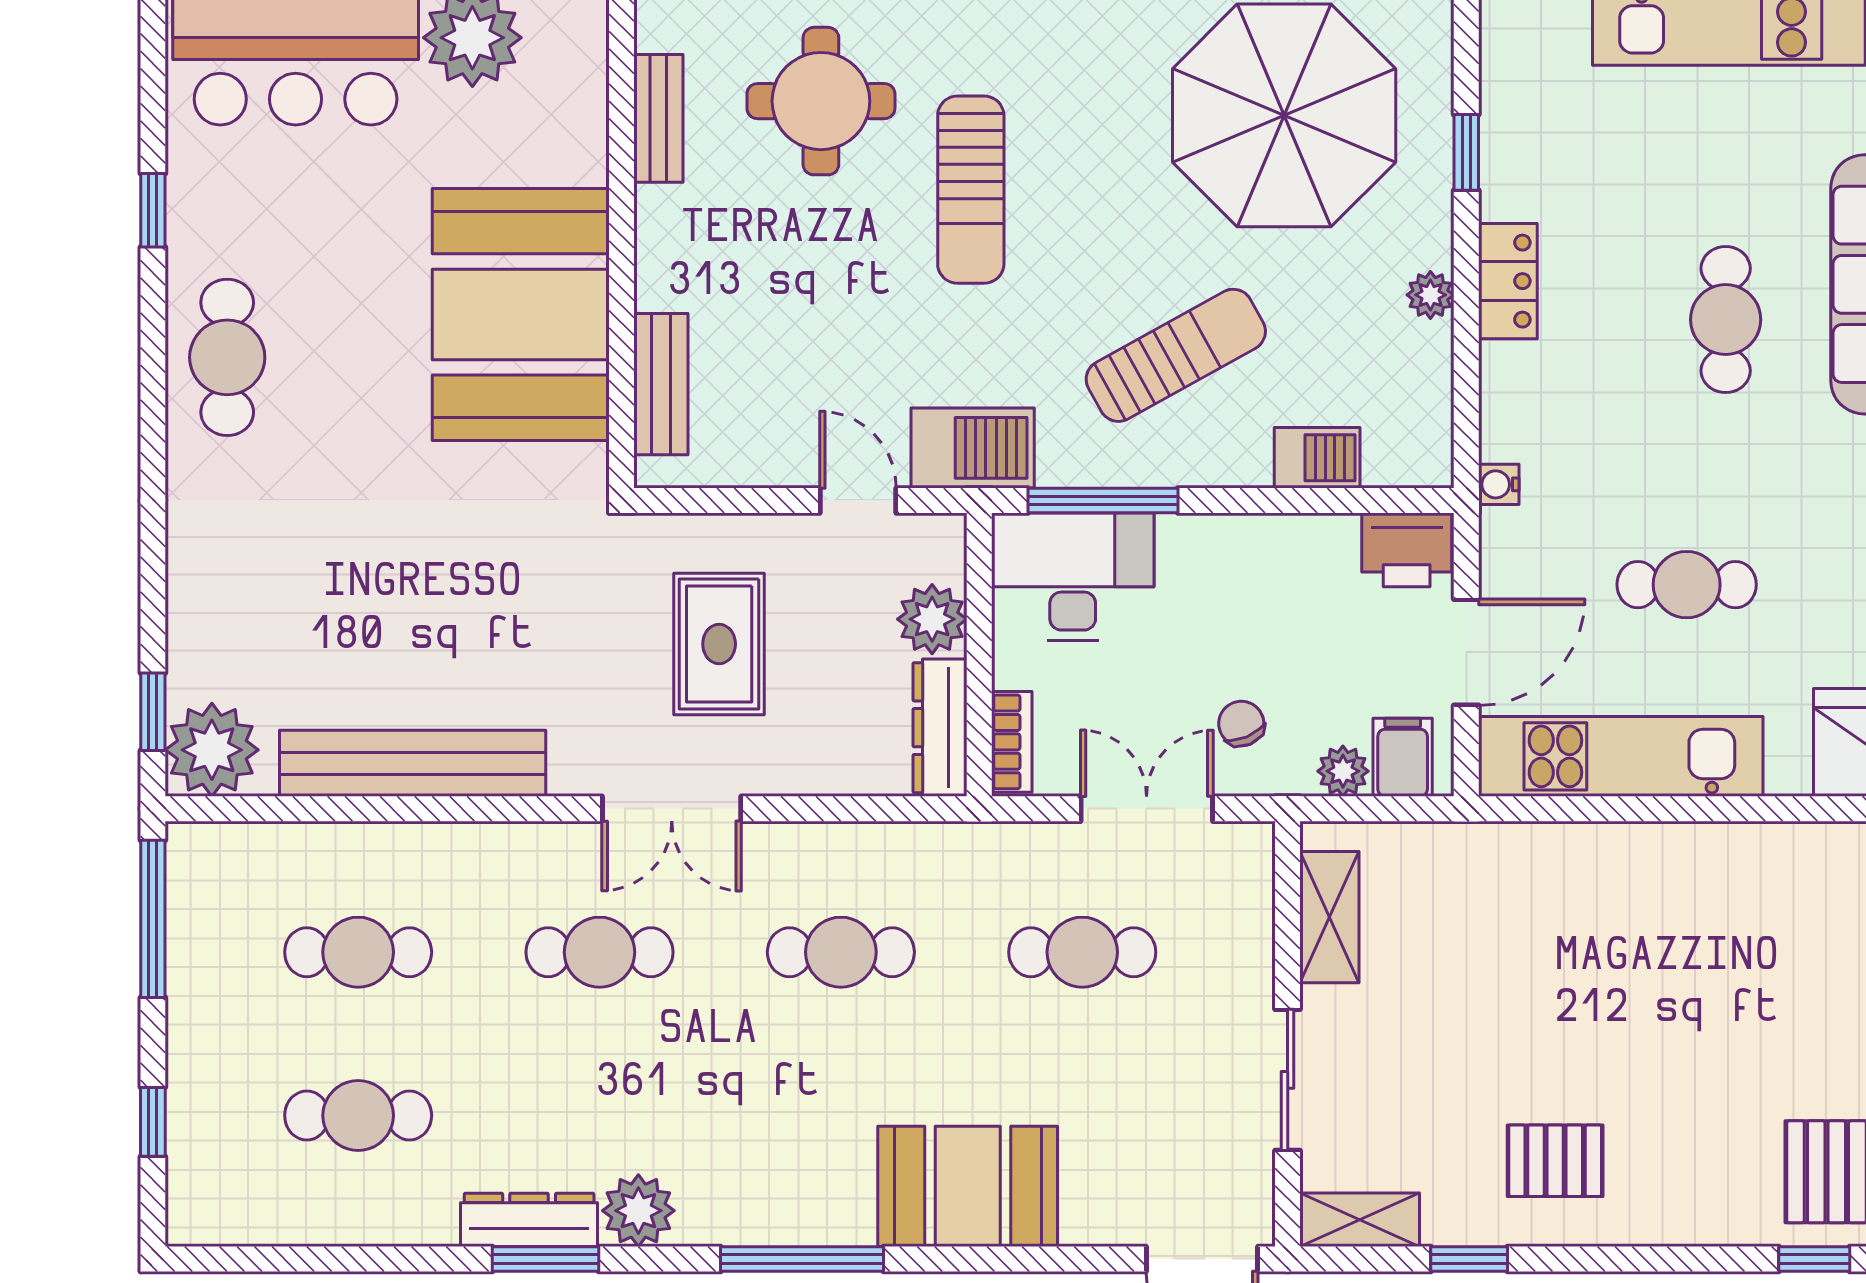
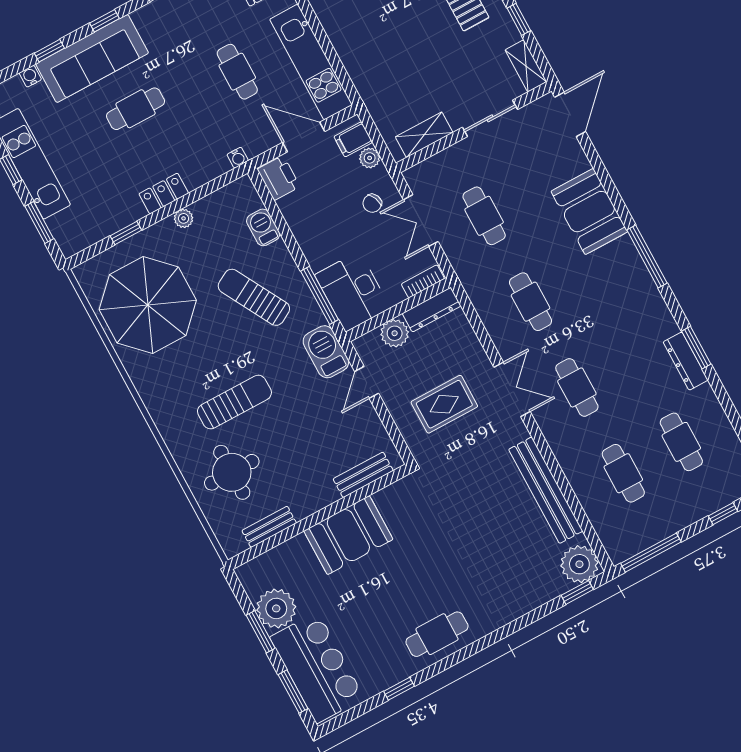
booth: (521, 314) -> (348, 535), width x0.73, depth x0.70
plant: (638, 1211) -> (661, 324), removed

